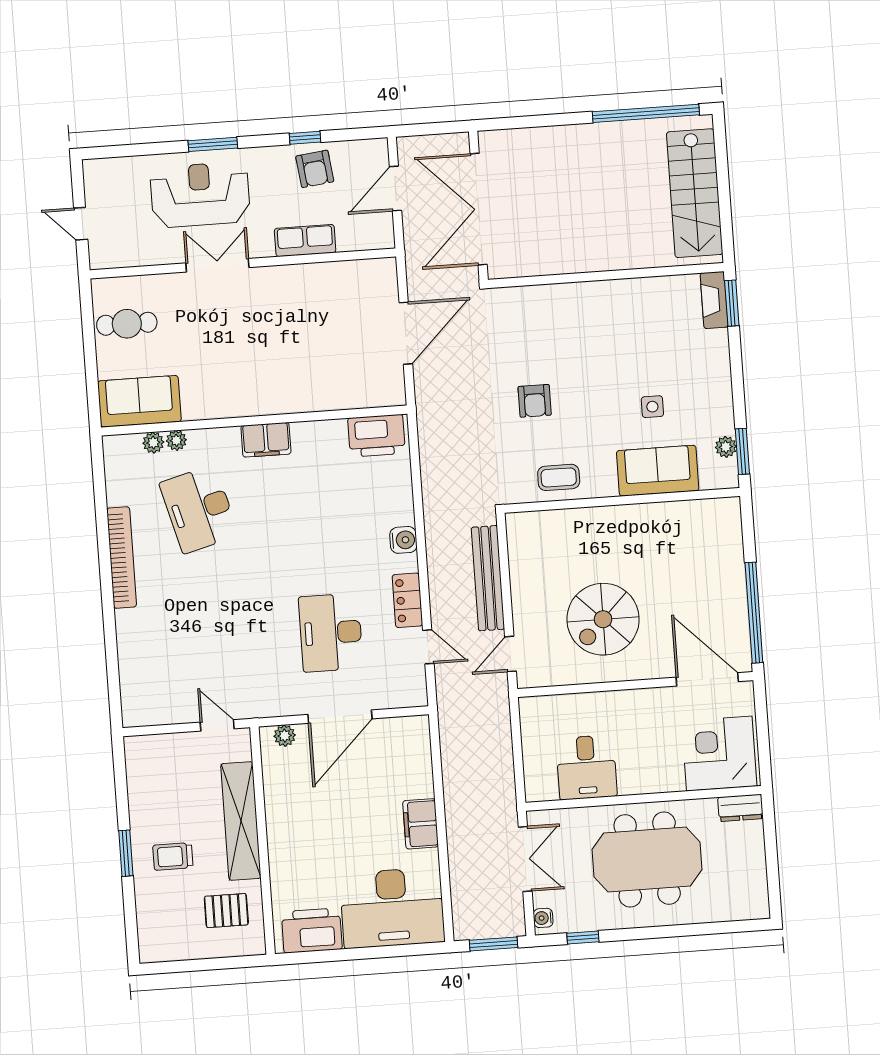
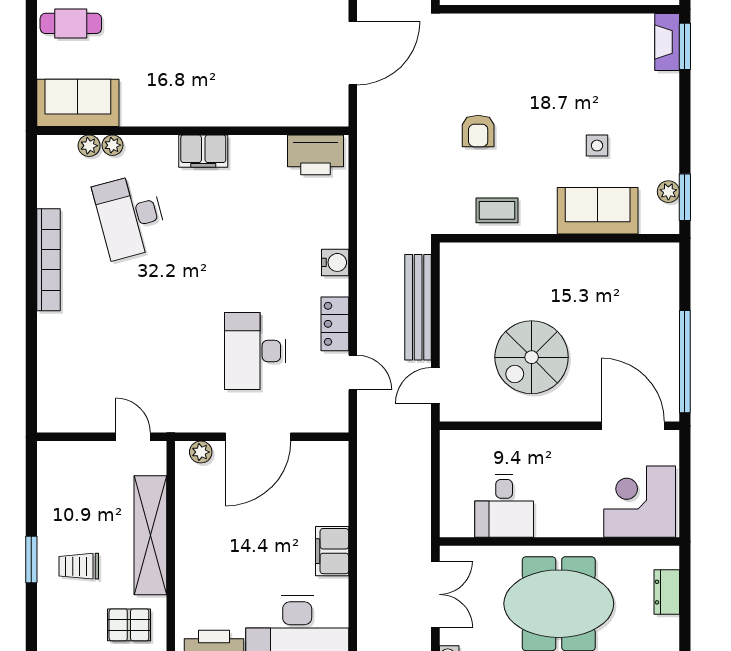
dresser: (740, 808) -> (667, 592), moved, turned 90

